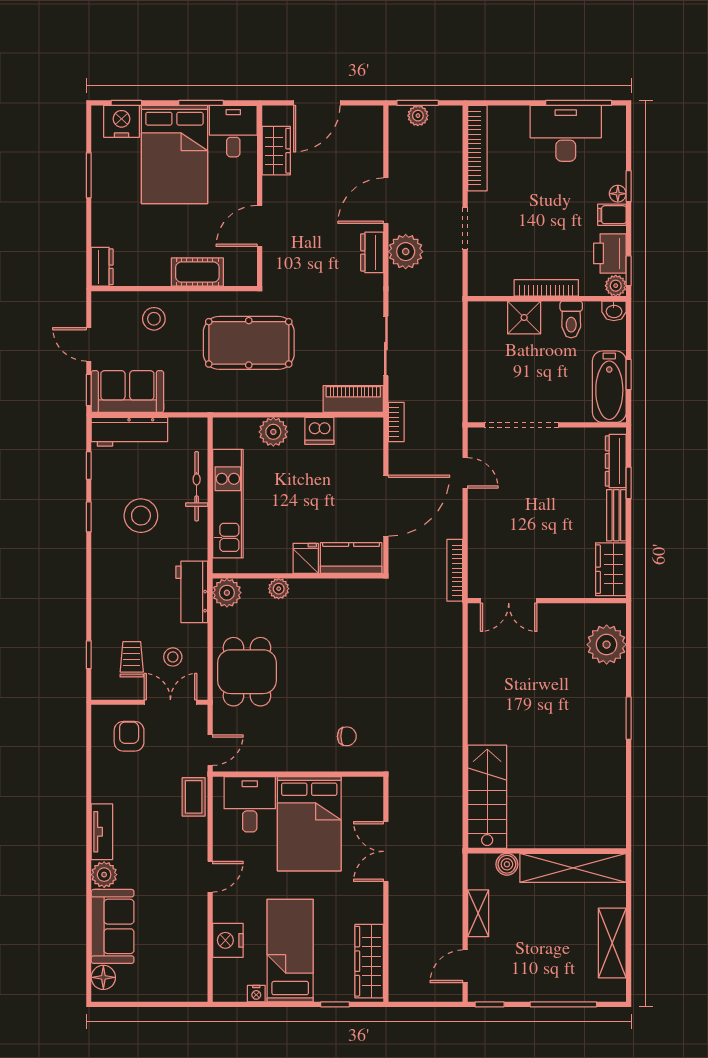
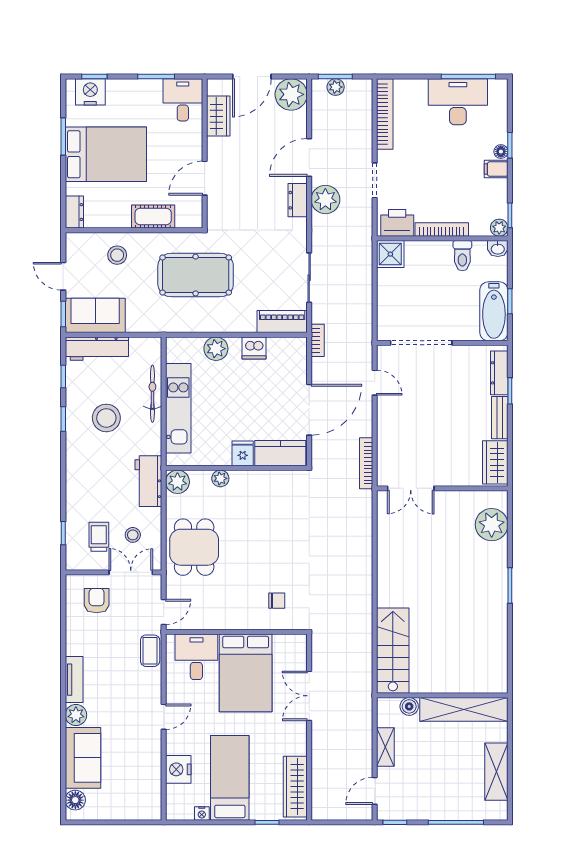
plant: (364, 125) -> (291, 94), added
bed: (174, 154) -> (106, 154), moved, turned -90
printer: (610, 253) -> (397, 223), moved, turned 90
shower: (524, 318) -> (390, 254), moved

